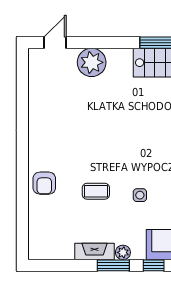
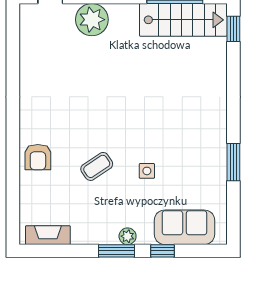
coffee table: (96, 191) -> (97, 166), turned -34
fireplace: (95, 251) -> (48, 235), moved

